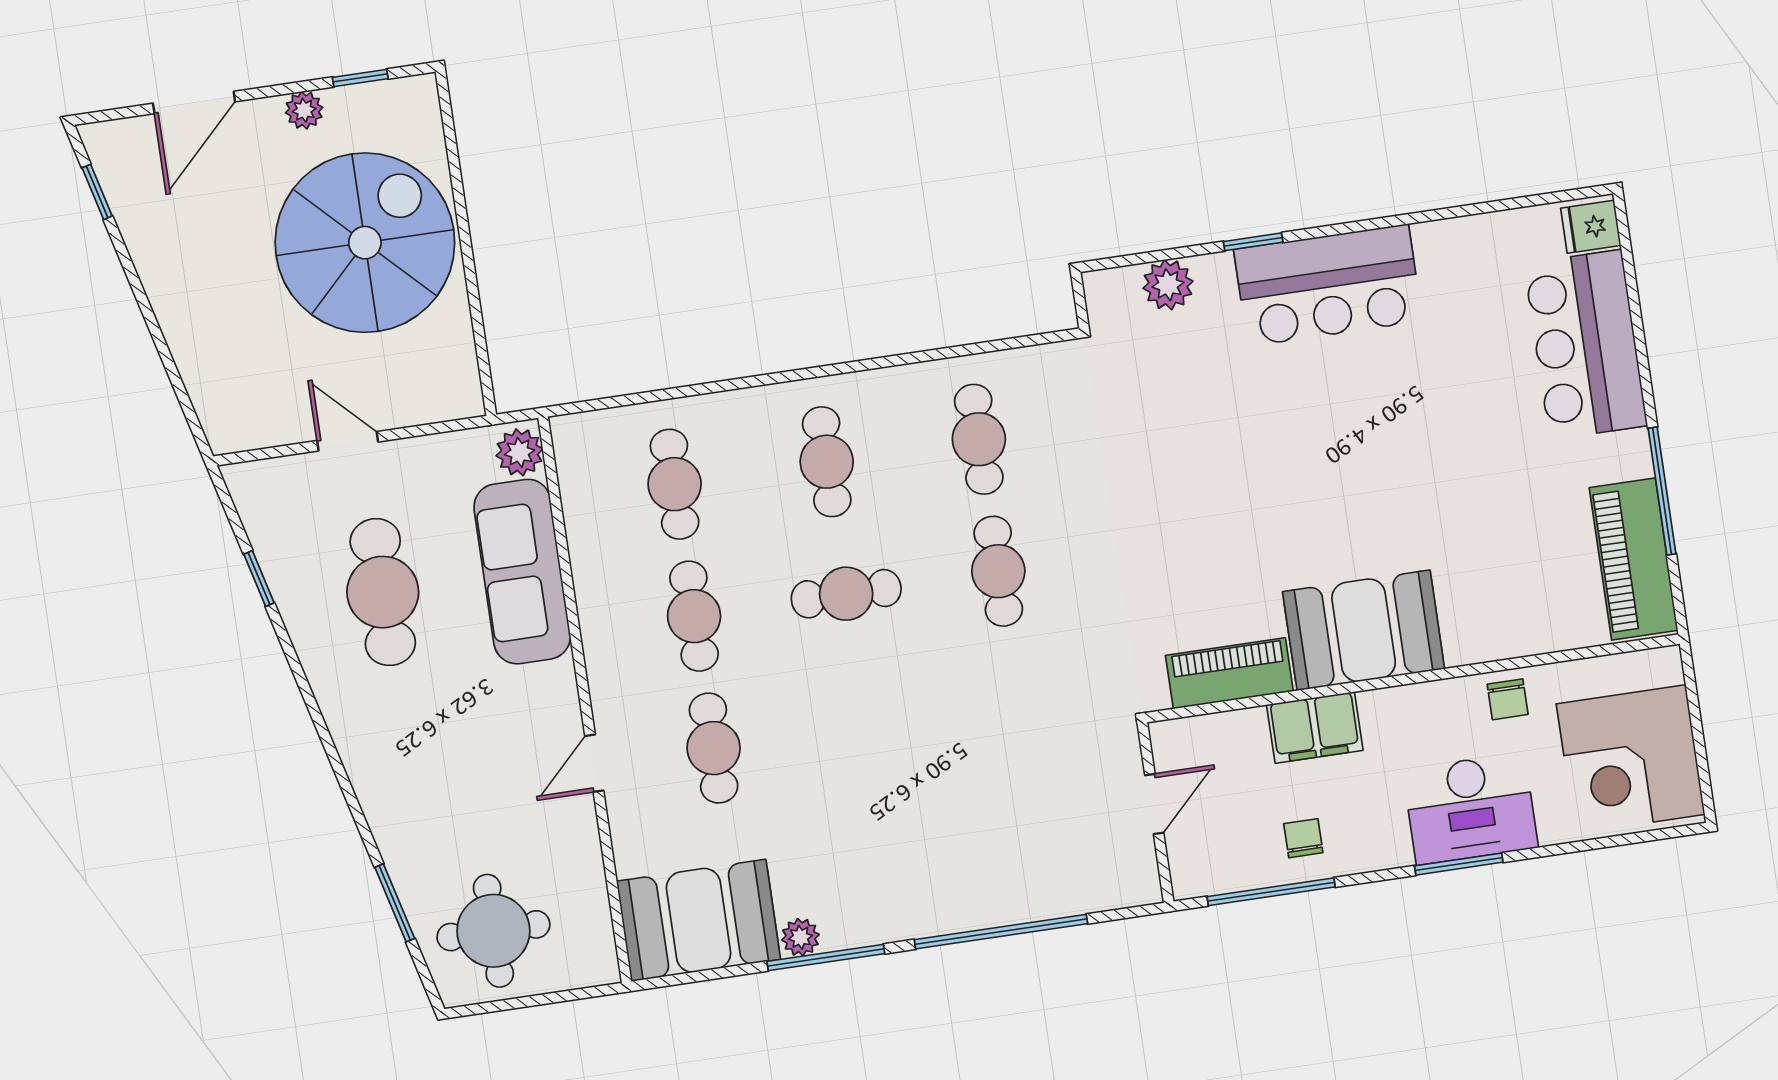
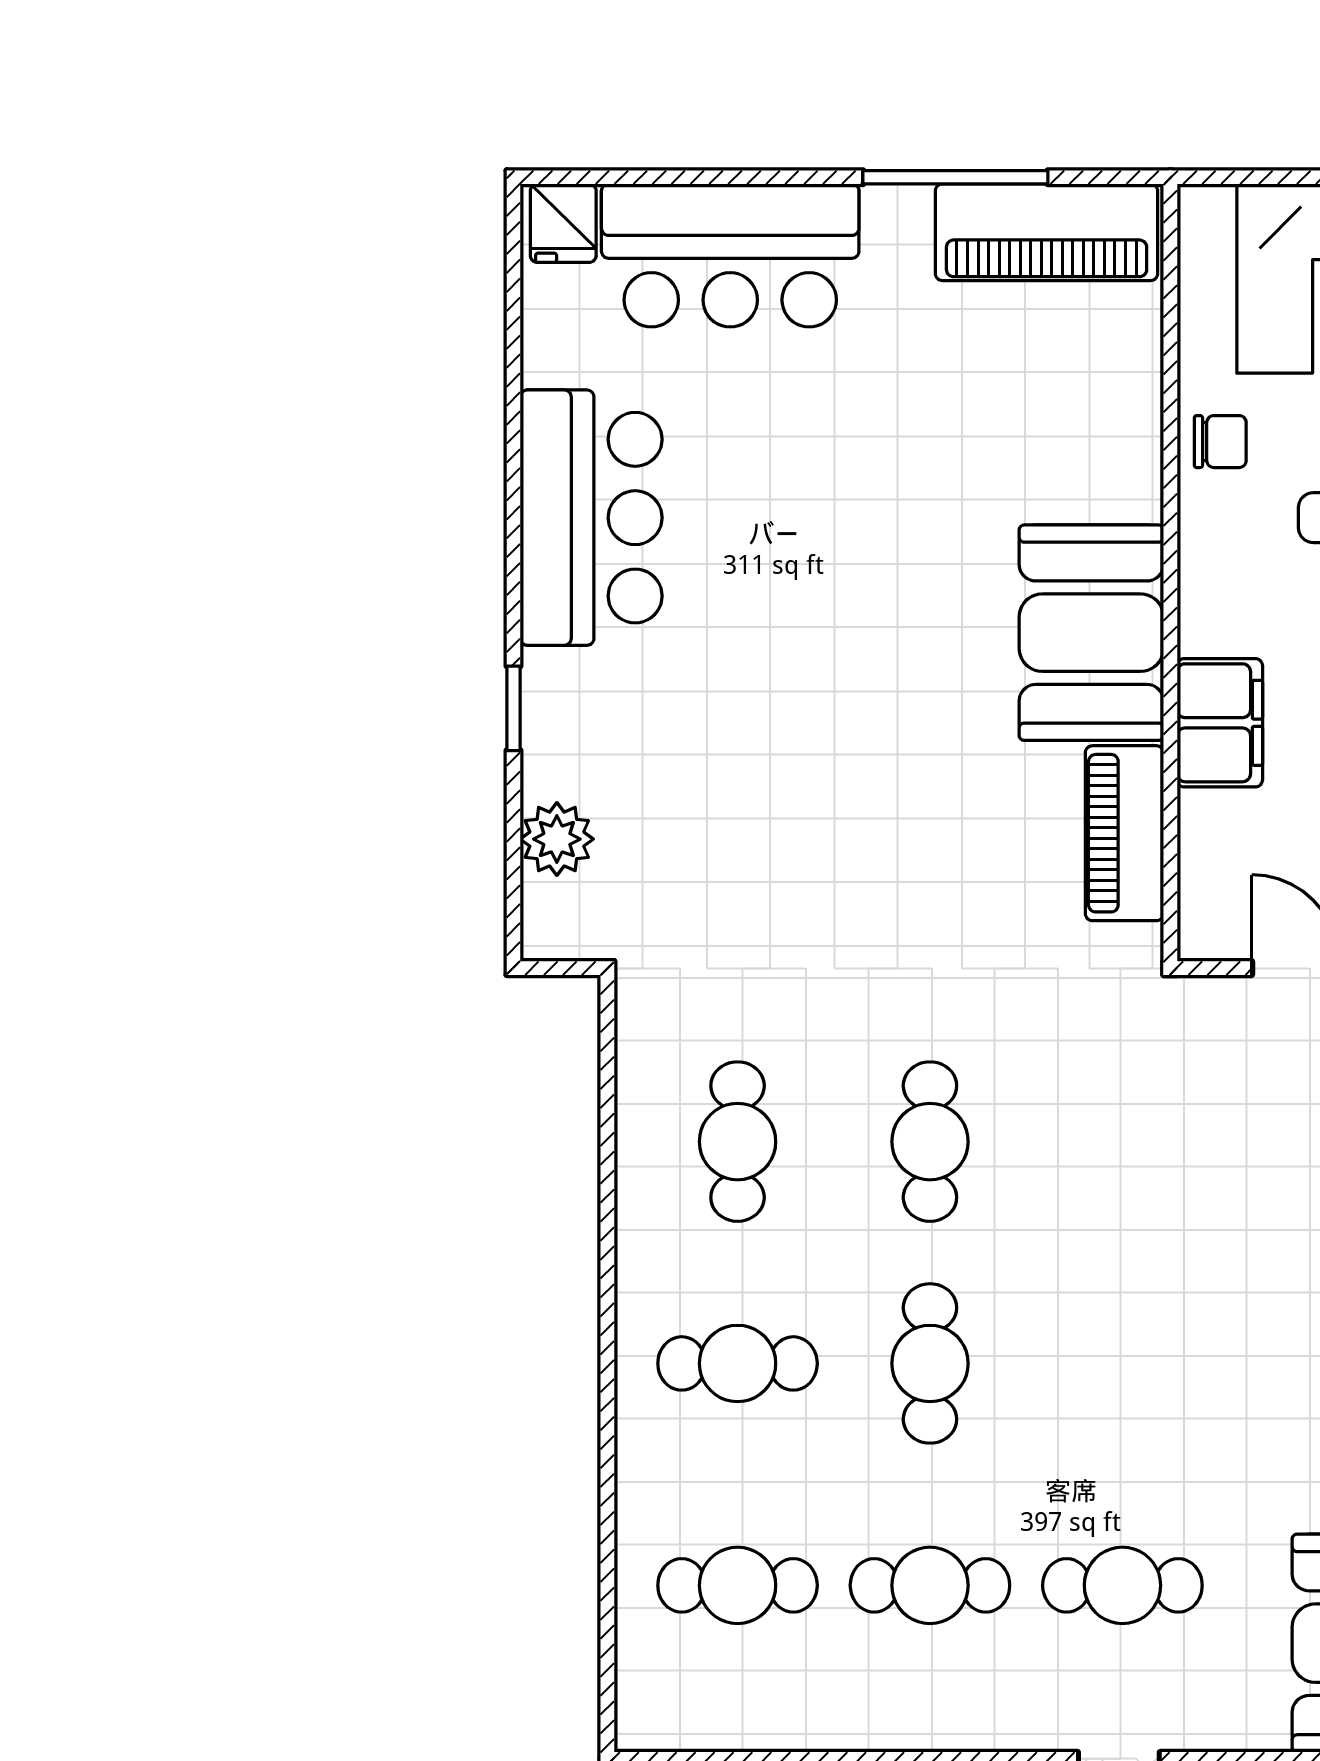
bar counter: (1328, 285) -> (591, 518), moved
cafe table: (979, 439) -> (738, 1142), turned 90
cafe table: (998, 571) -> (930, 1142), turned 90

